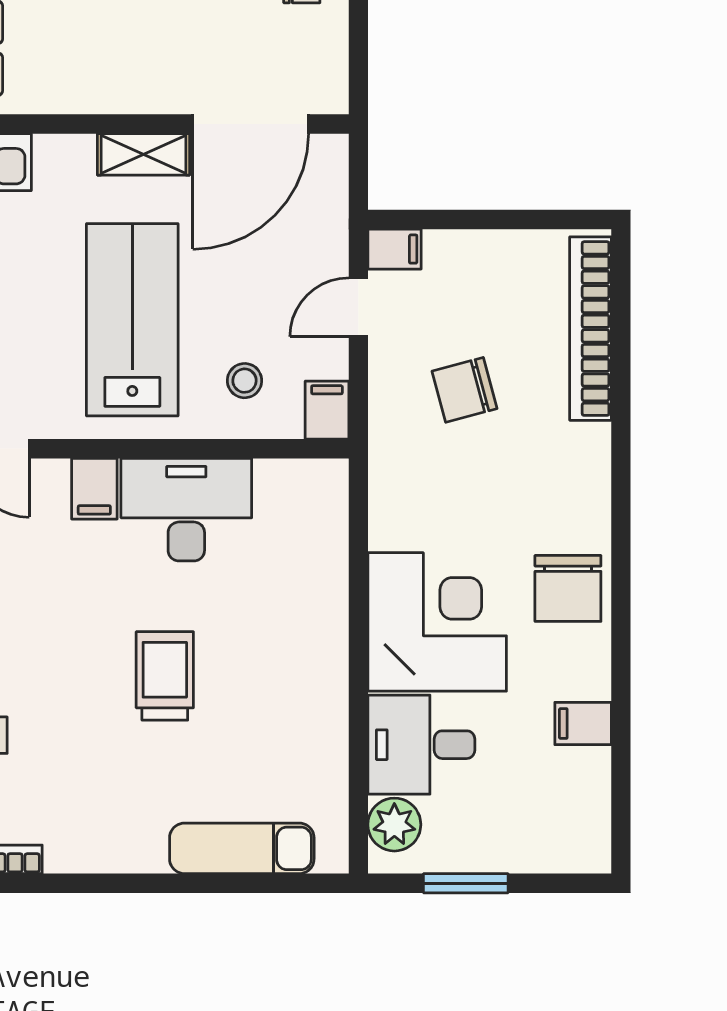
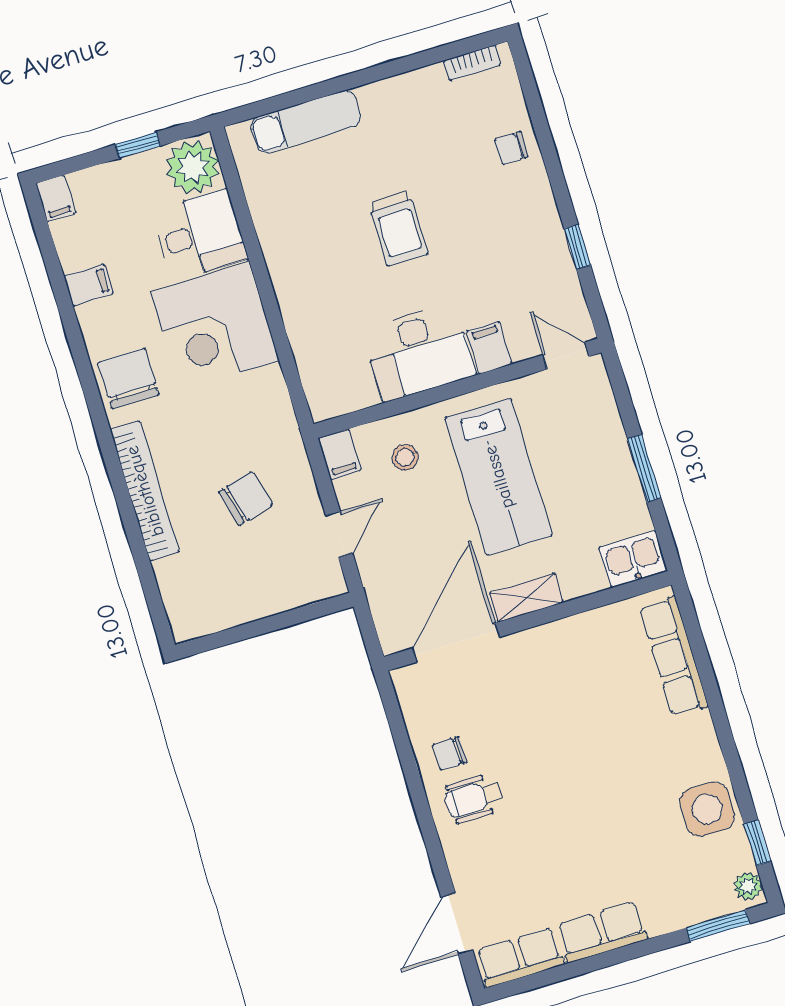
filing cabinet: (395, 249) -> (56, 198), moved, turned -90
bookcase: (591, 329) -> (145, 491), moved
plant: (394, 825) -> (193, 167), width x1.36, depth x1.36
window: (466, 883) -> (138, 145), width x0.67

